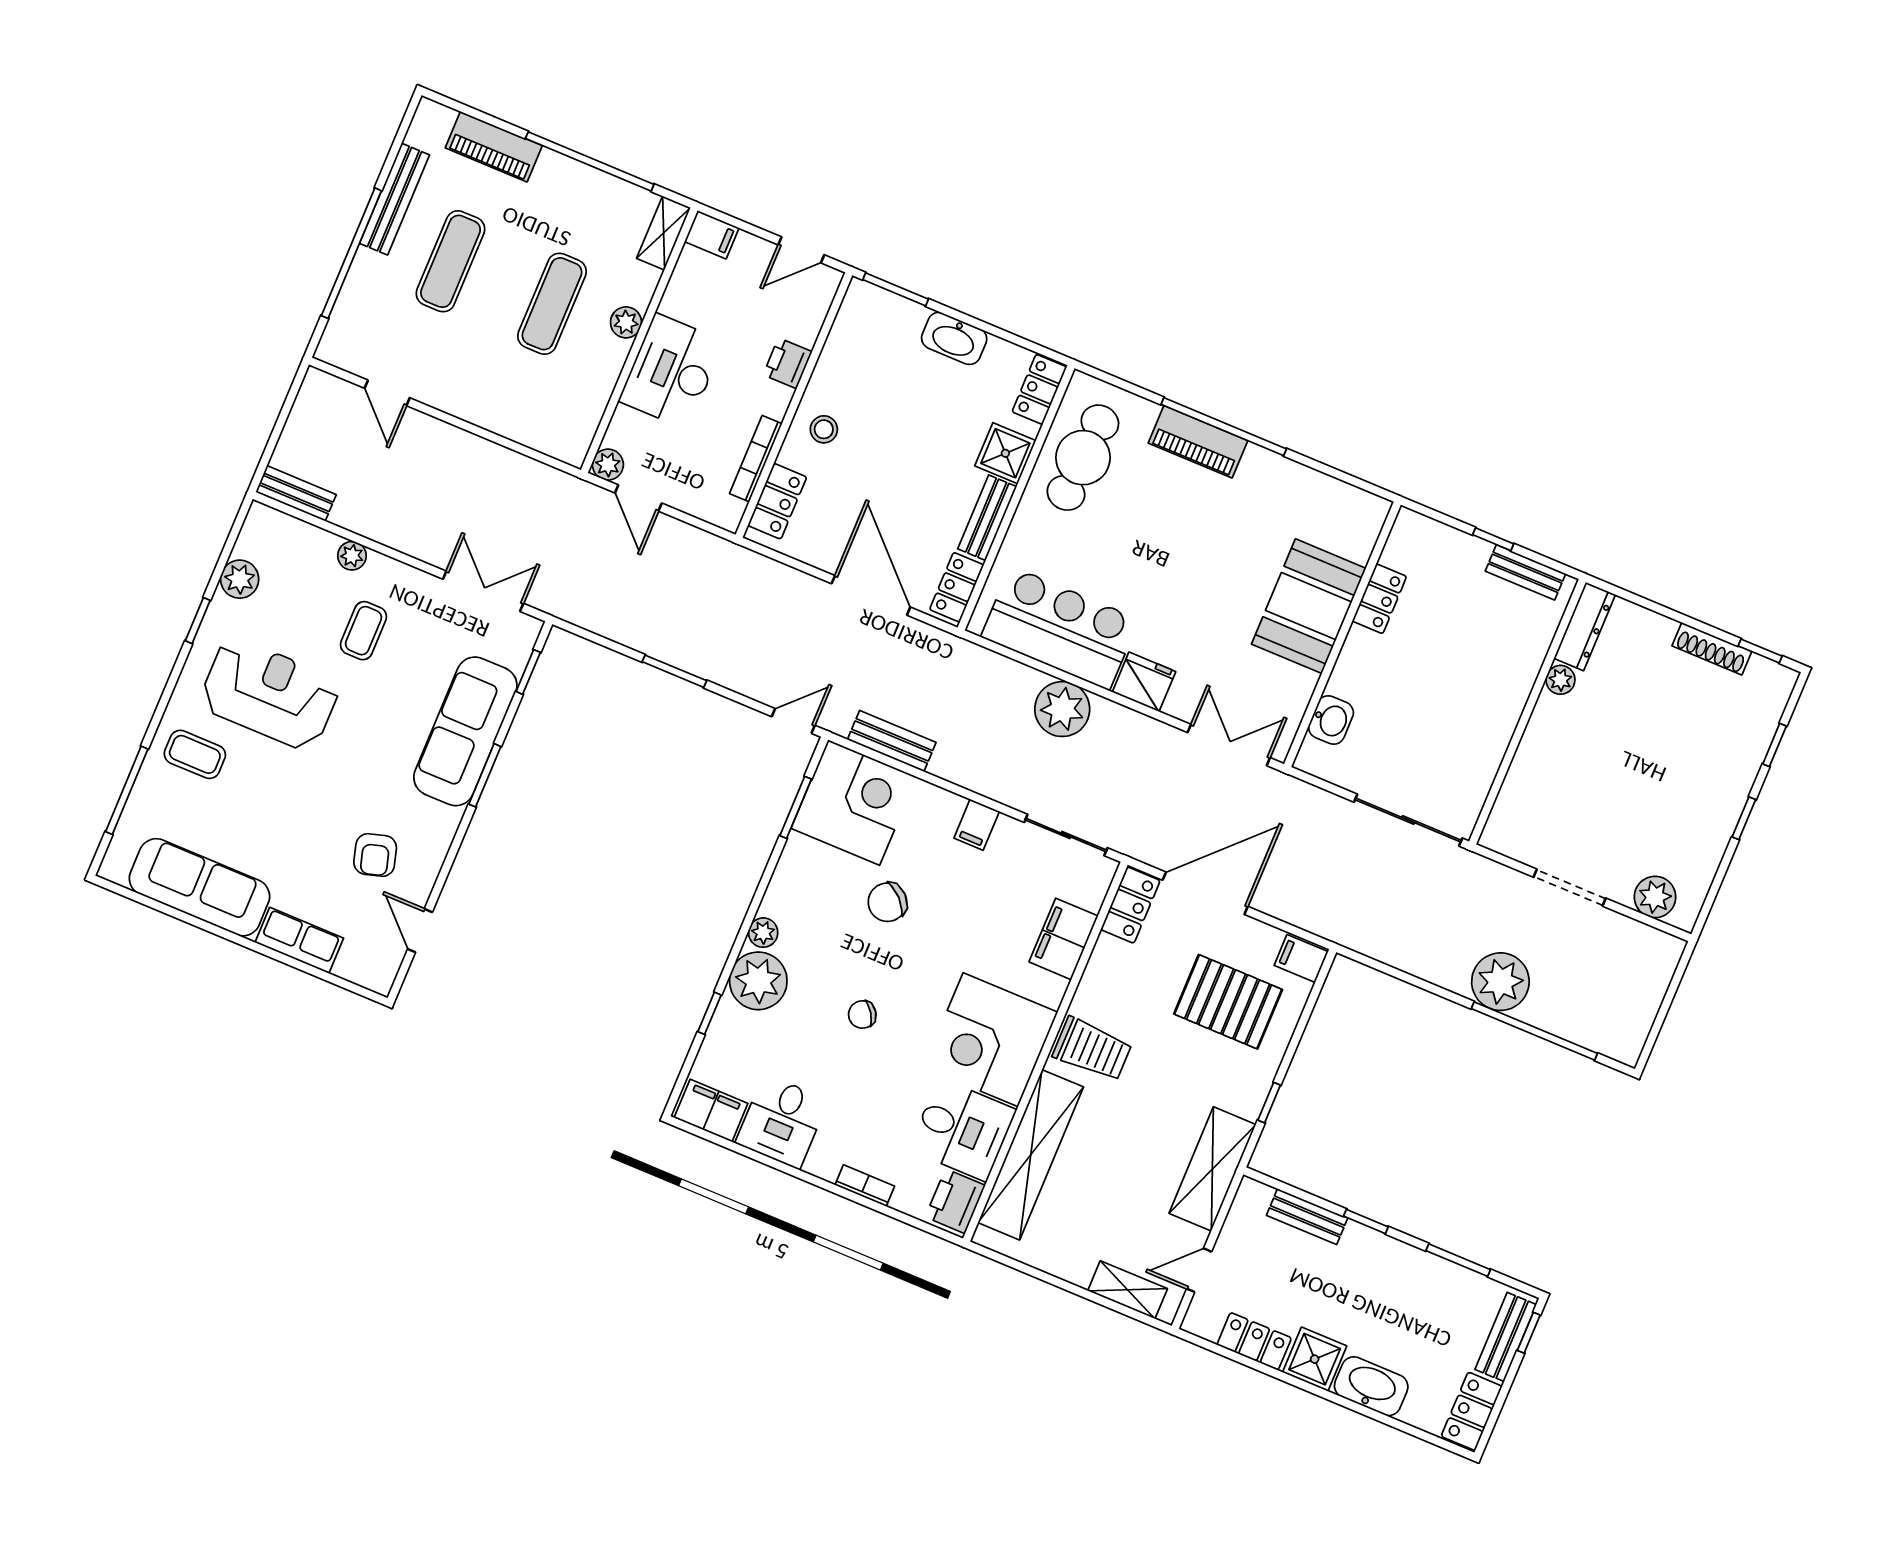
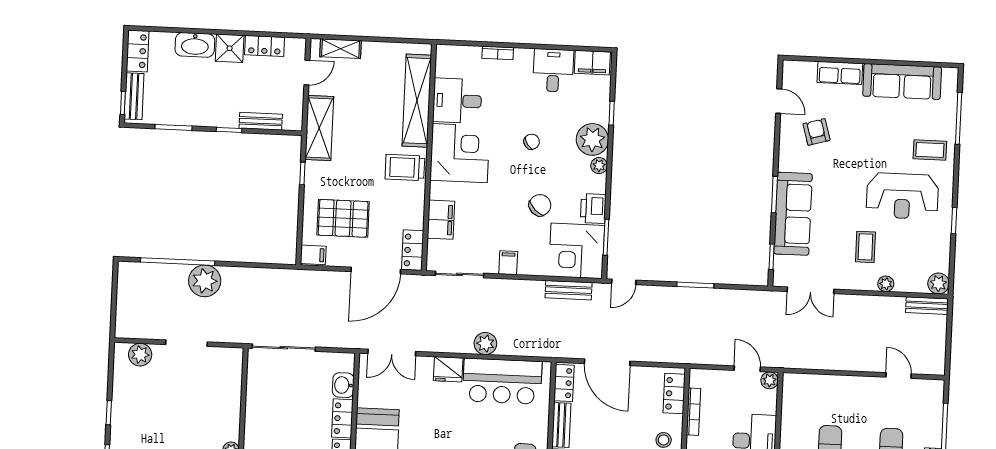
plant: (240, 579) -> (938, 284), moved
locker: (1353, 664) -> (342, 418), added
plant: (1062, 709) -> (485, 344), width x0.73, depth x0.73
printer: (955, 1201) -> (593, 209), moved, turned 180

